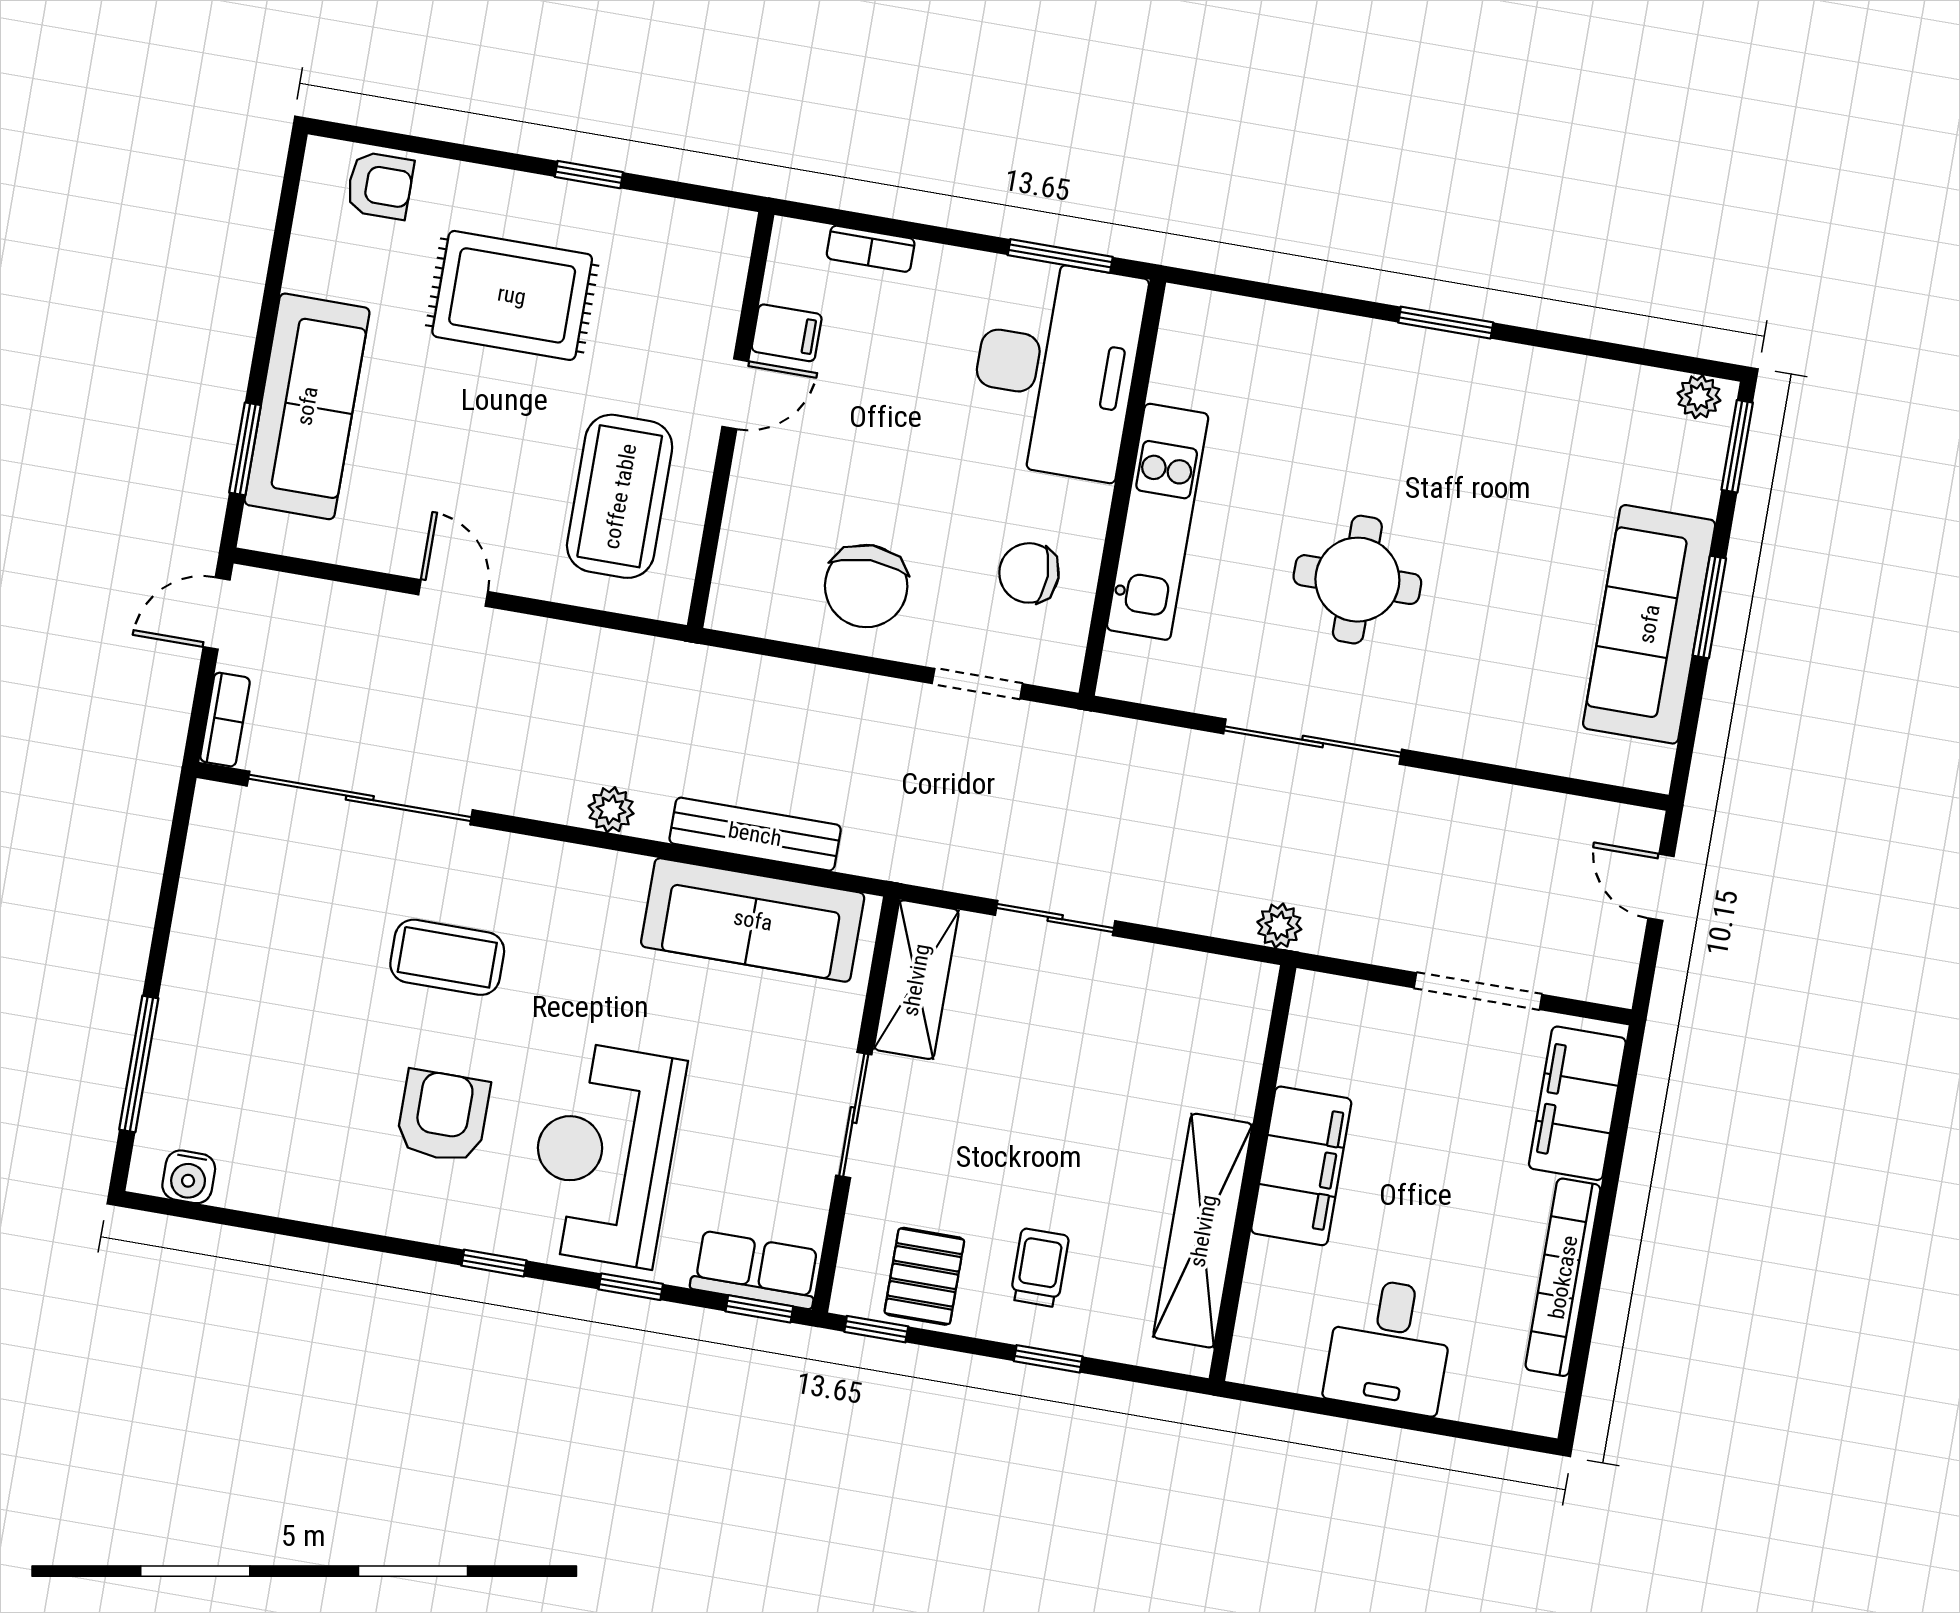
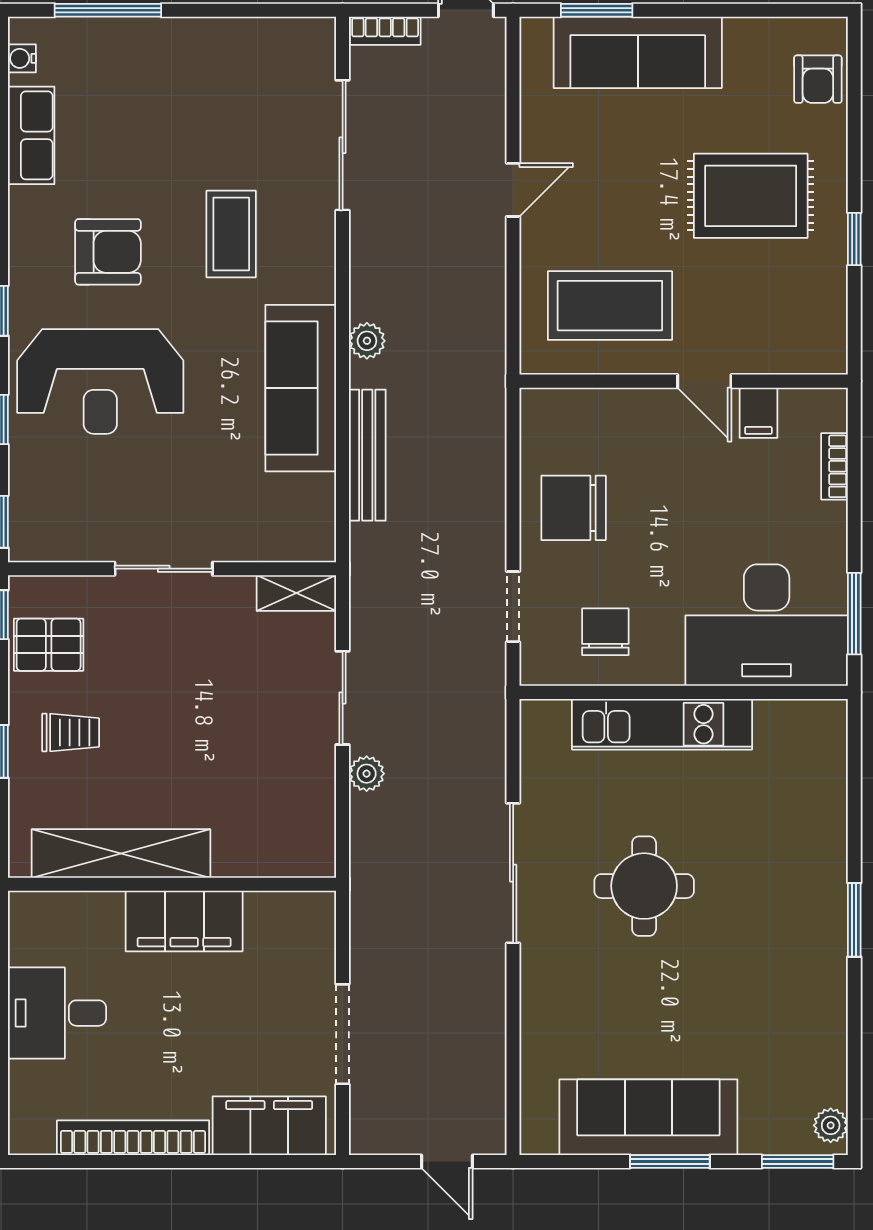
rug: (512, 295) -> (751, 196), turned 90
sliding door: (360, 798) -> (343, 145), width x0.73
door: (1661, 887) -> (447, 1161), swing flipped
sofa: (753, 920) -> (301, 388), moved
plant: (1279, 926) -> (367, 774), moved
shelving: (916, 980) -> (296, 593), width x0.67, depth x0.75
reception desk: (604, 1154) -> (100, 381), turned 180
water cooler: (189, 1177) -> (22, 58), width x0.72, depth x0.72
row of seats: (756, 1270) -> (31, 135), moved

